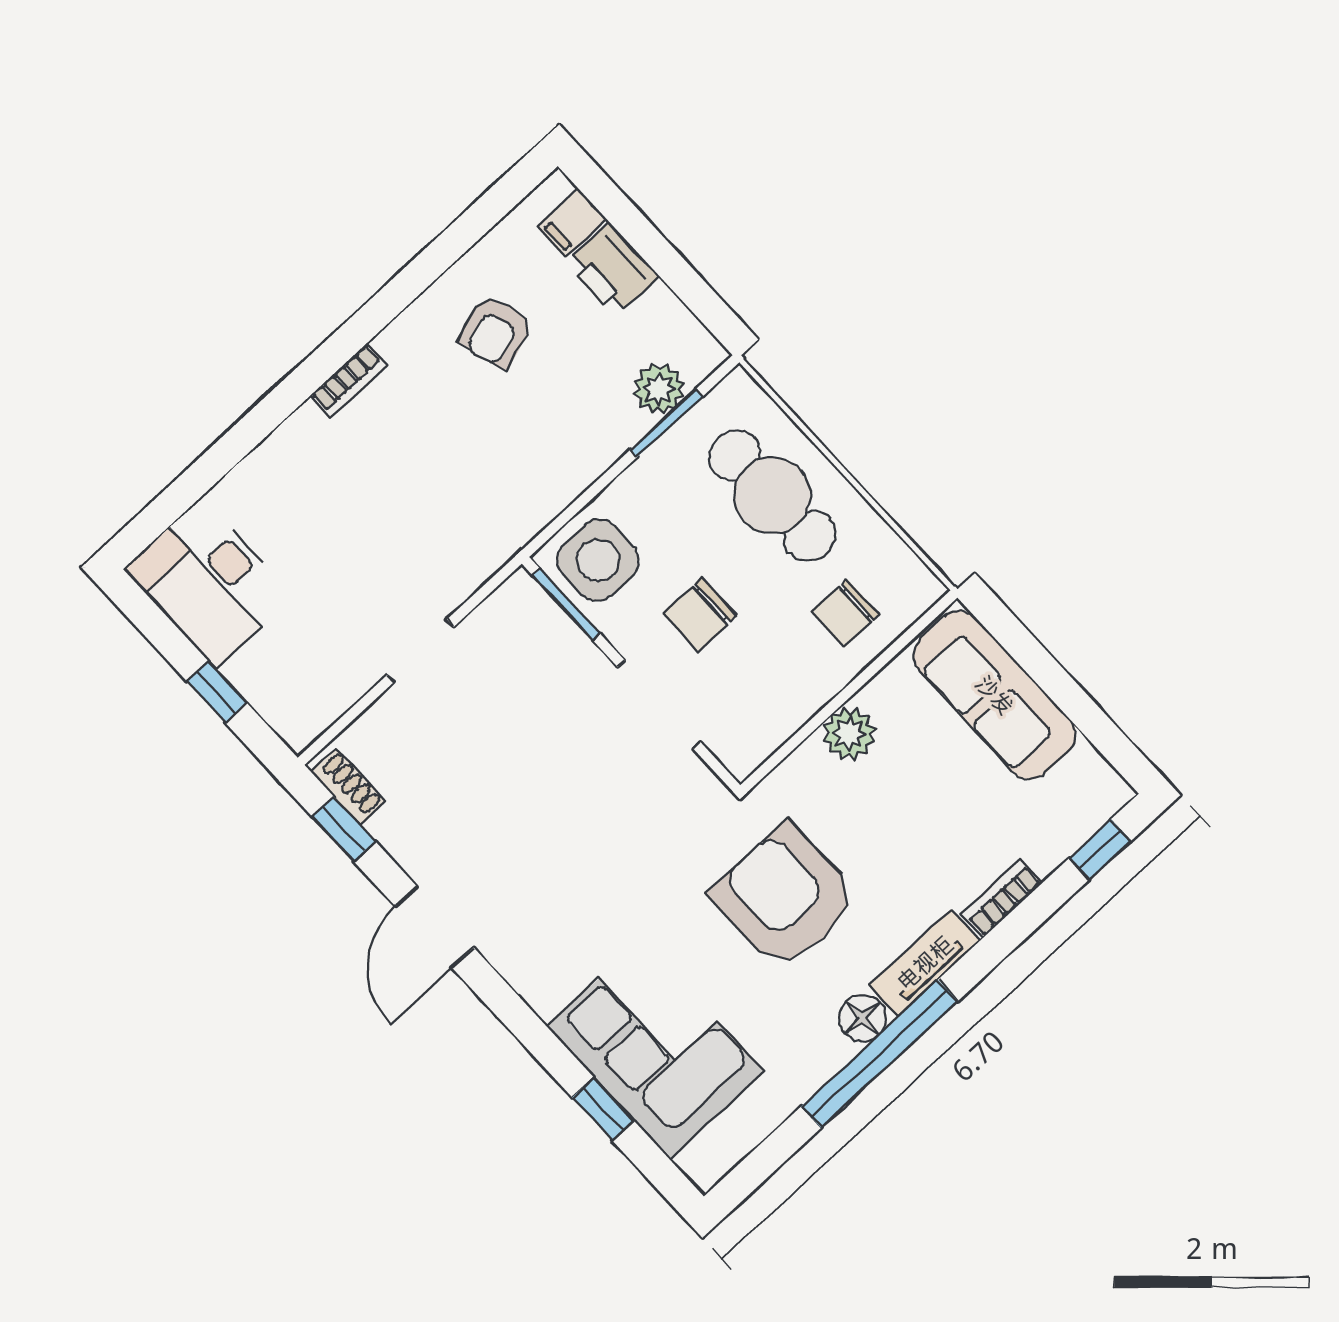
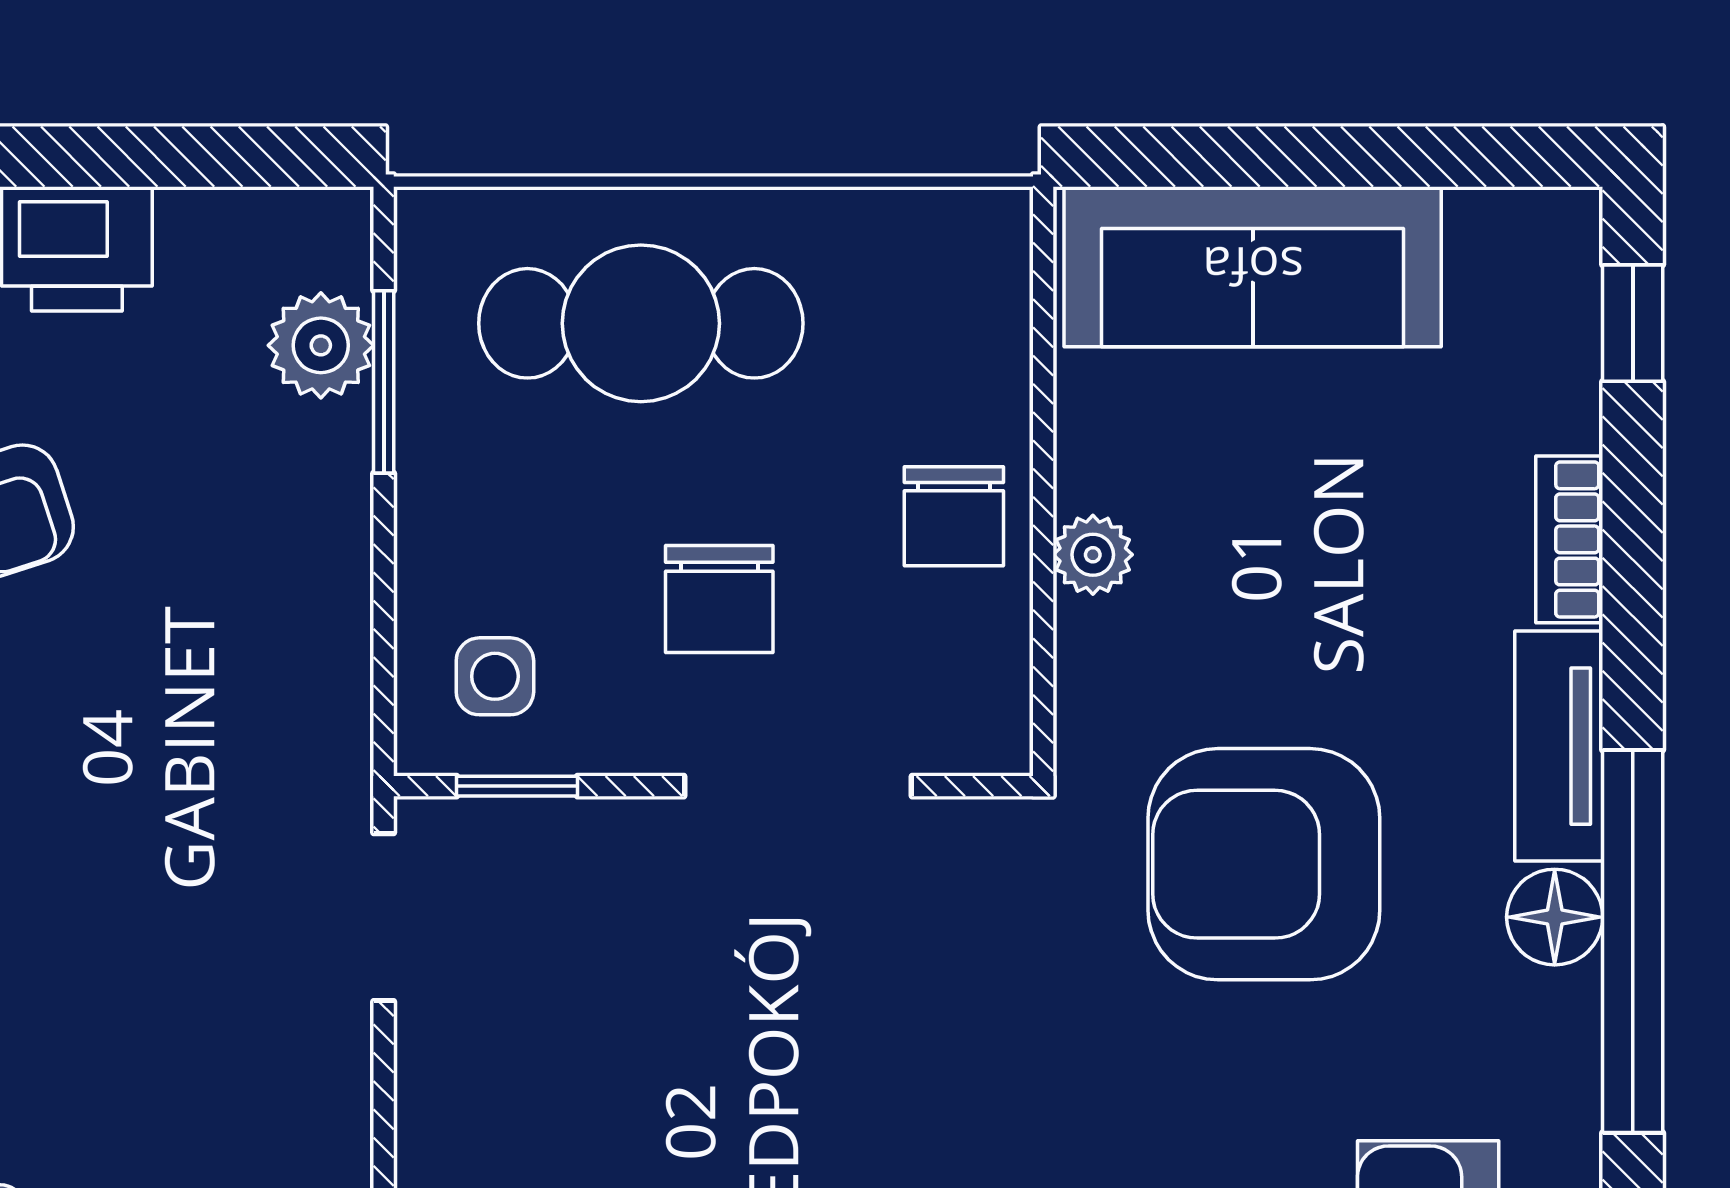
side table: (598, 560) -> (495, 676), width x0.54, depth x0.54
window: (566, 604) -> (517, 786), width x0.67
chair: (846, 613) -> (954, 516), moved
doorway: (420, 651) -> (384, 917), moved
plant: (849, 734) -> (1093, 555), width x0.73, depth x0.73

